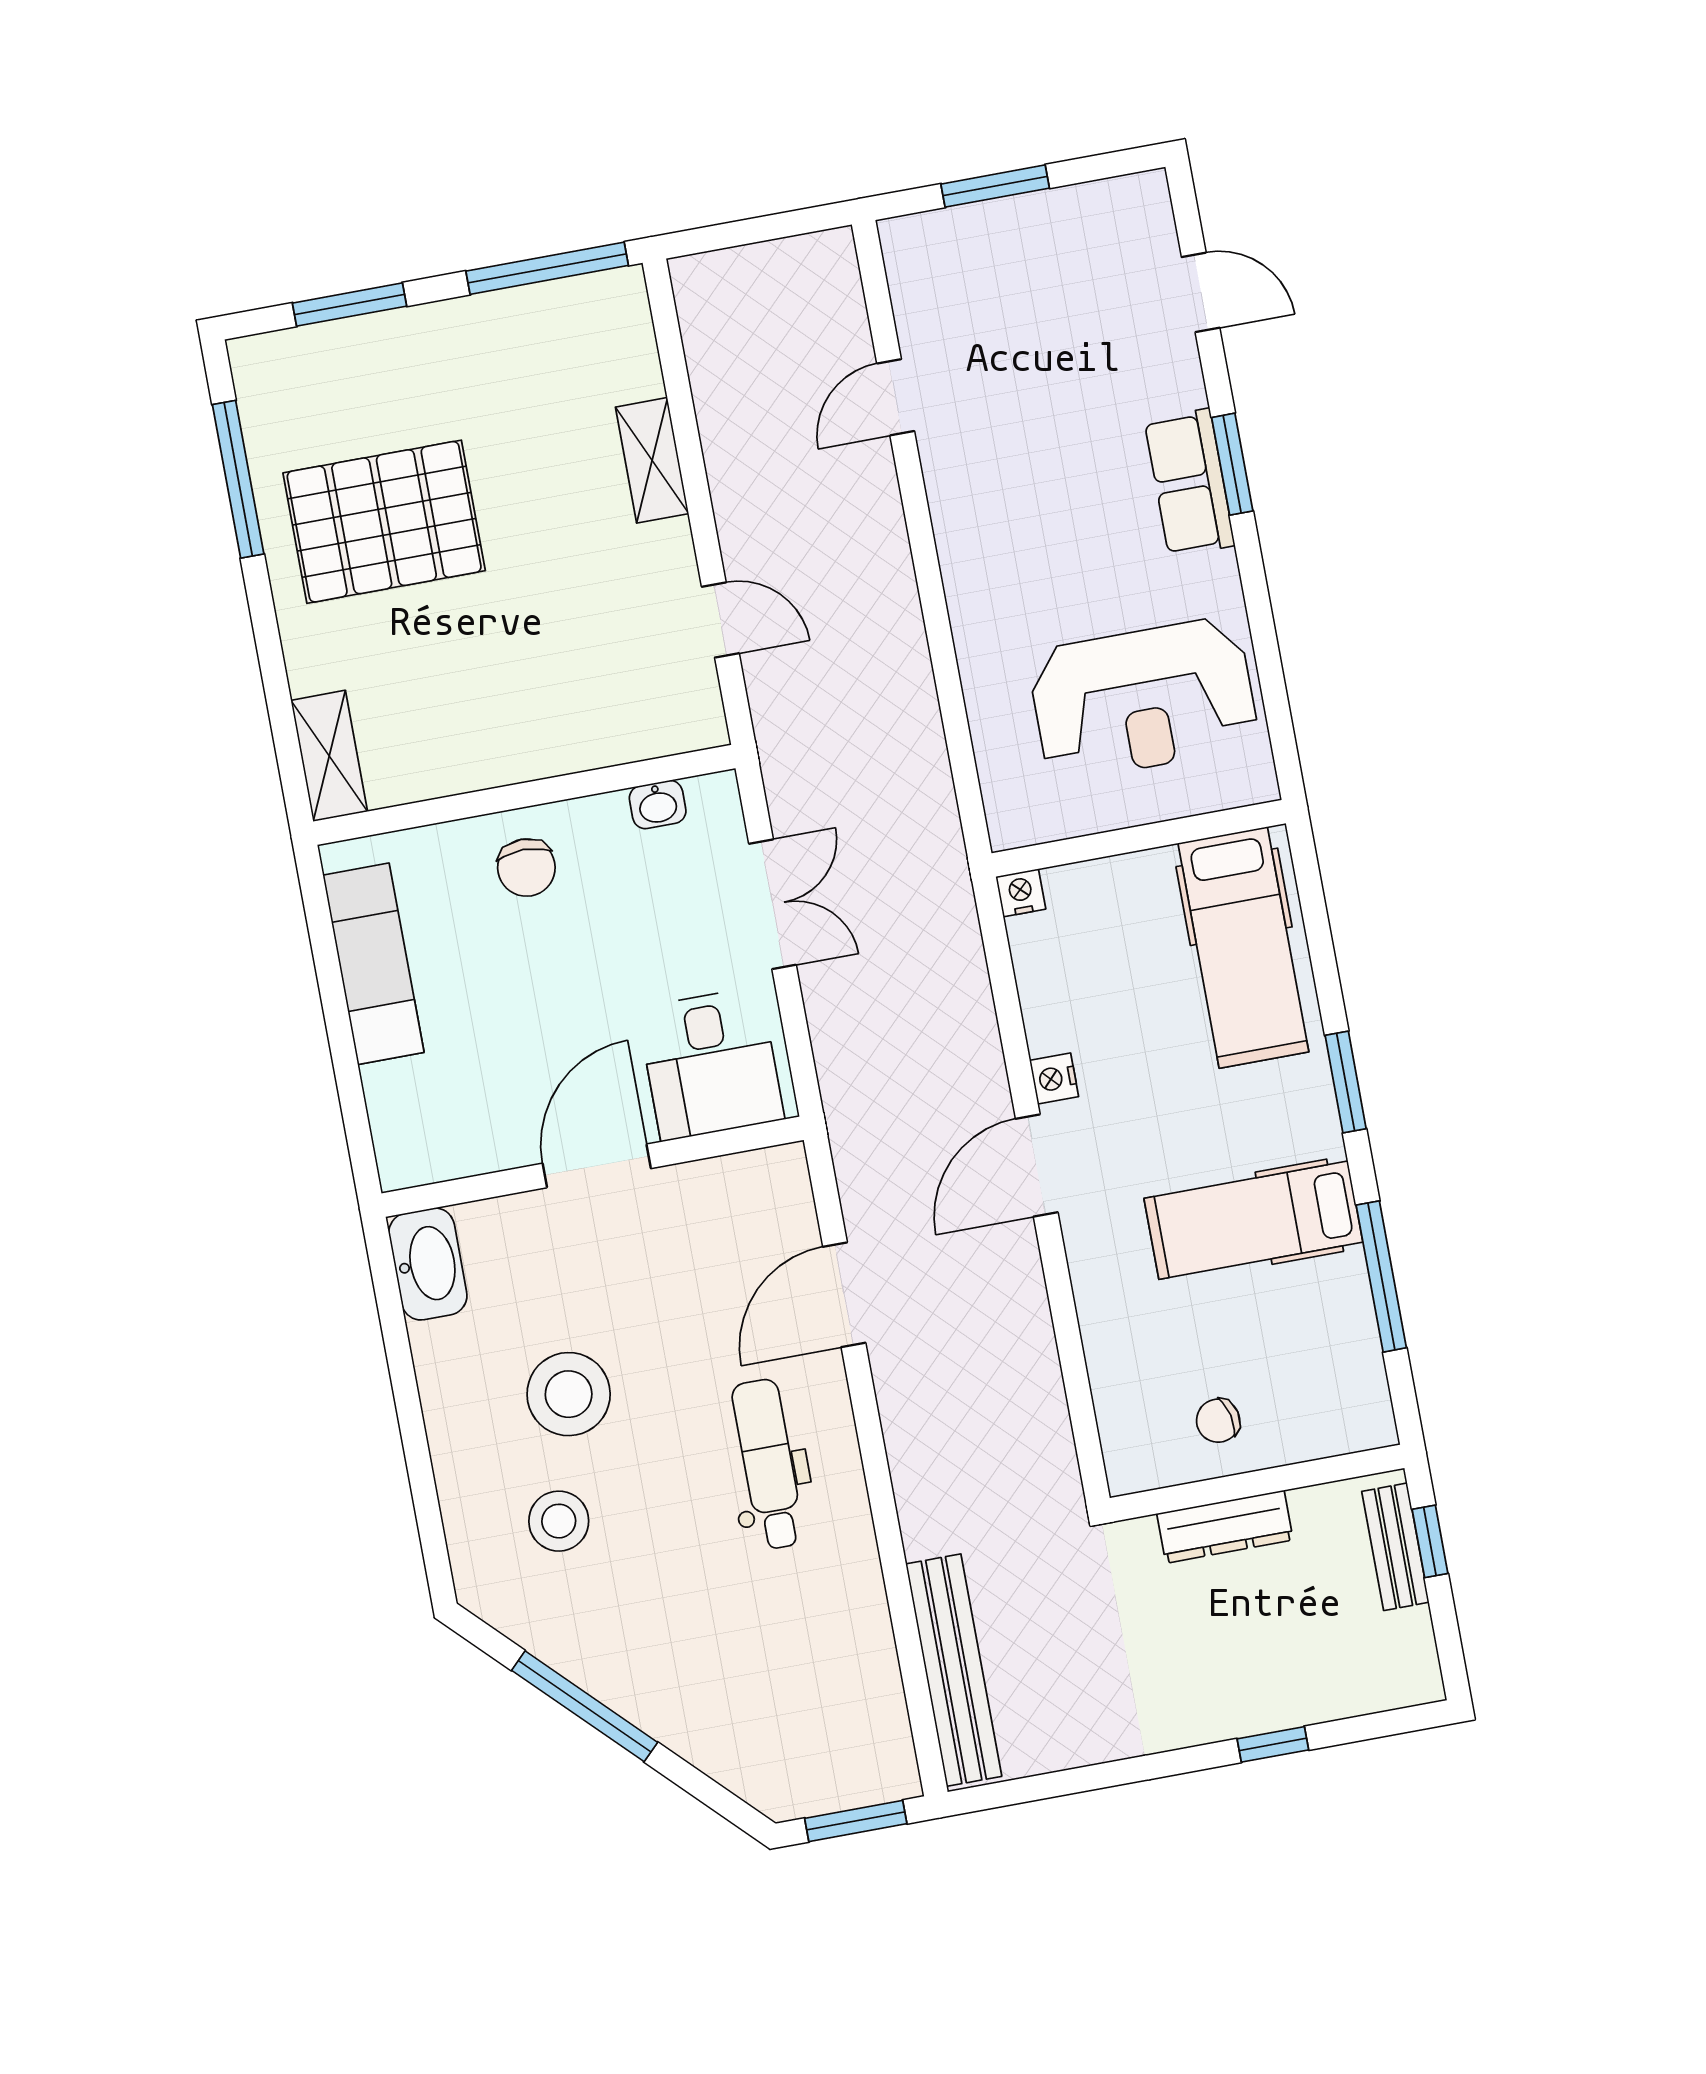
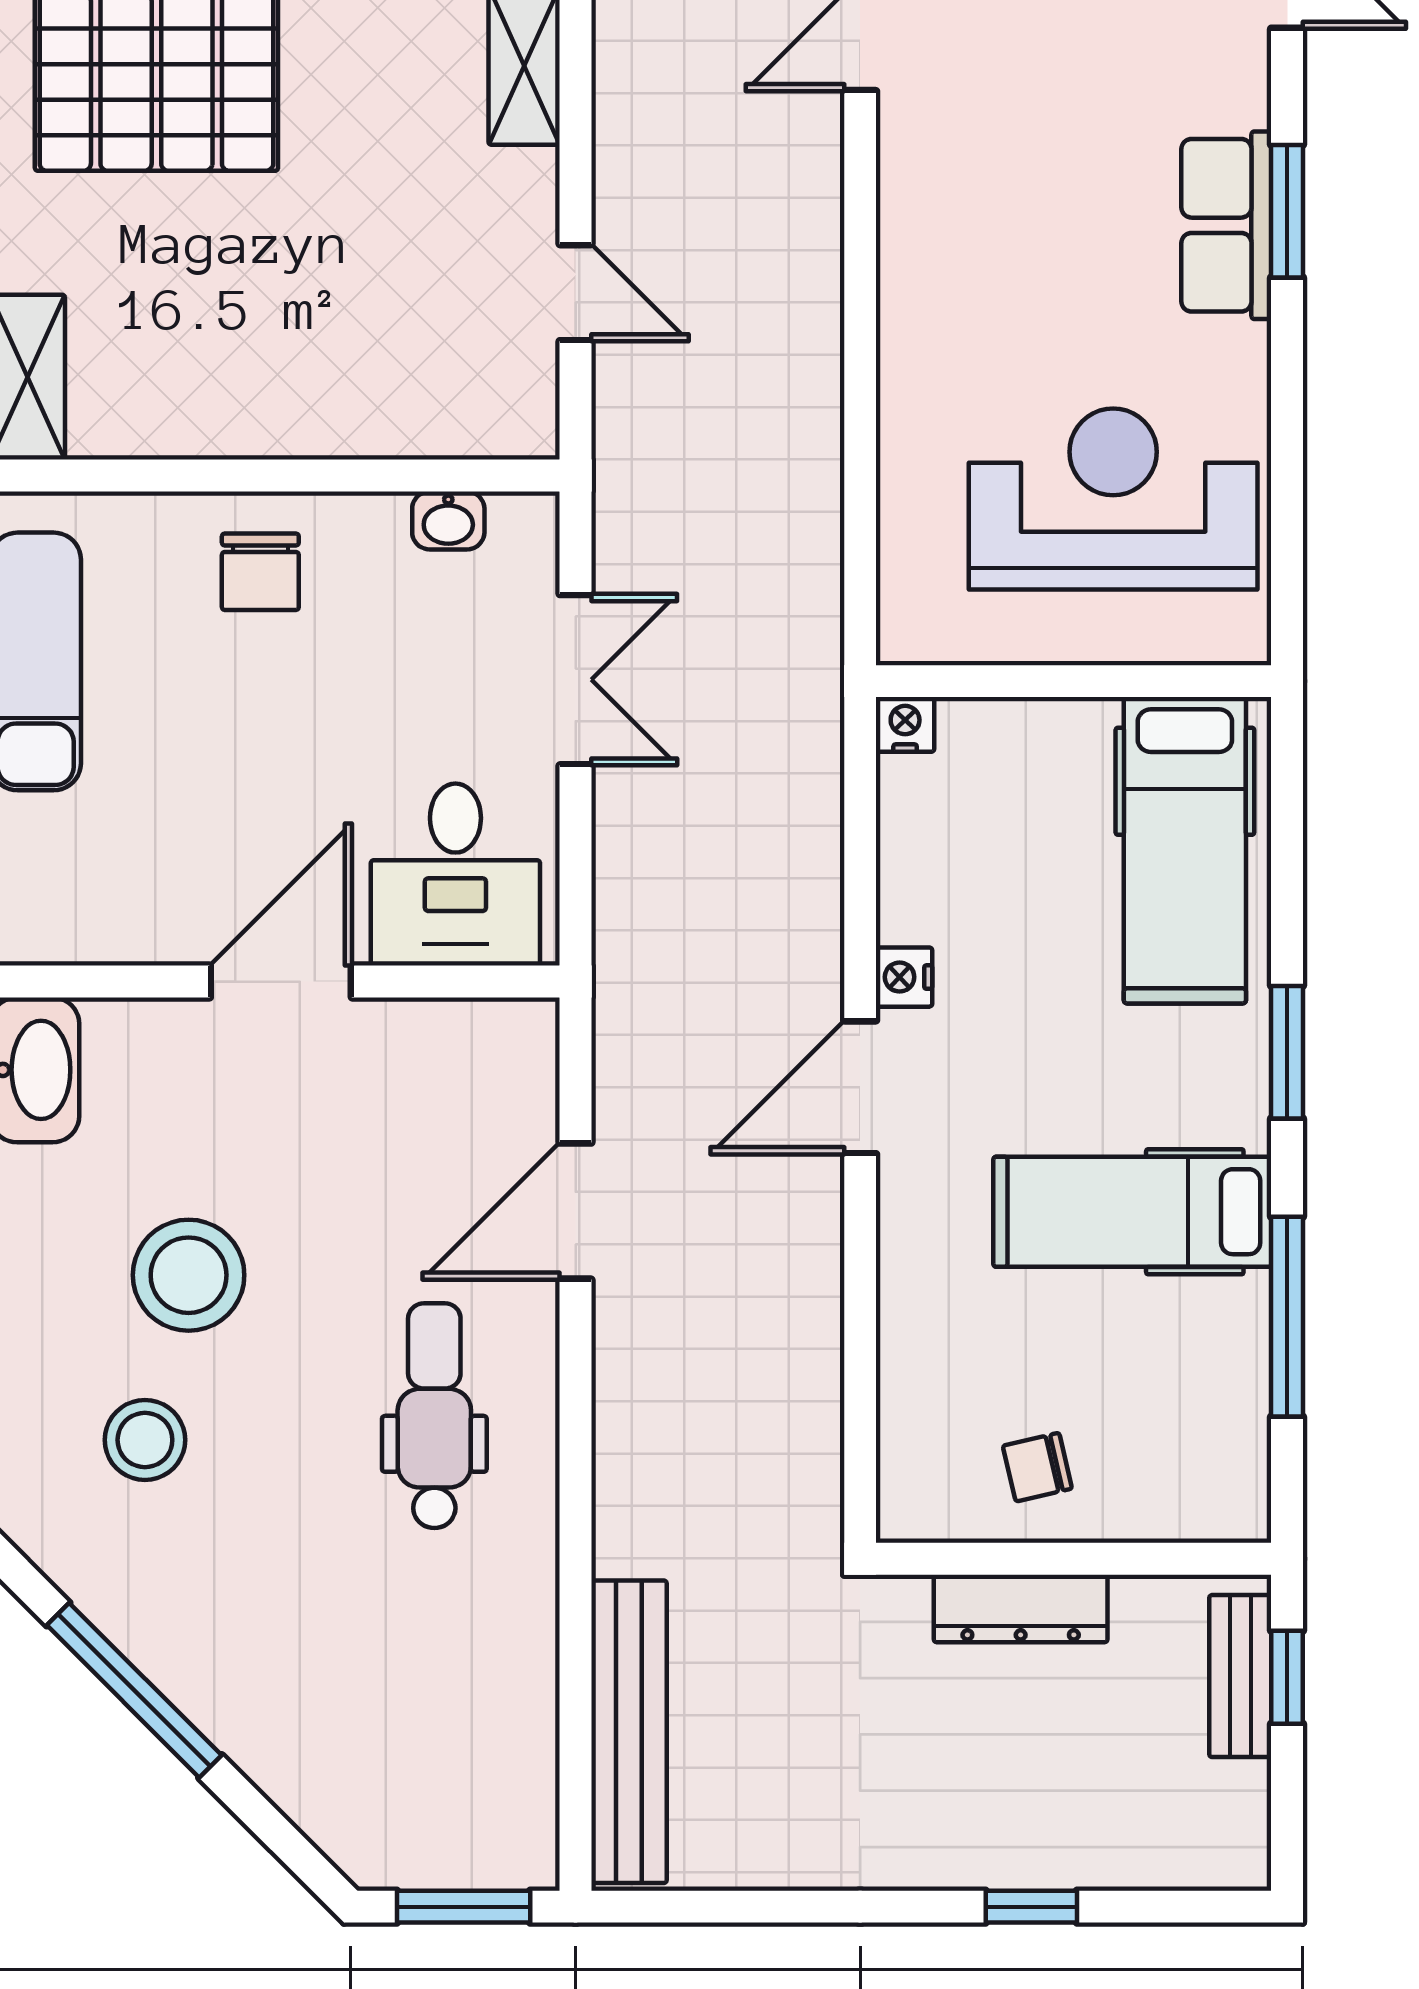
reception desk: (1143, 699) -> (1113, 499), turned 180

